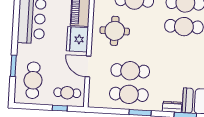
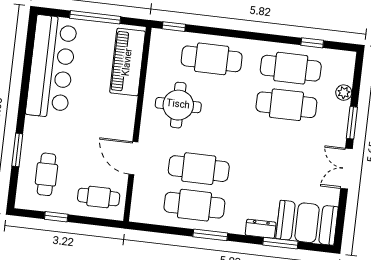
fridge: (77, 39) -> (119, 115), removed
cafe table: (33, 80) -> (46, 174), width x0.73, depth x0.74
window: (60, 108) -> (56, 217), moved

